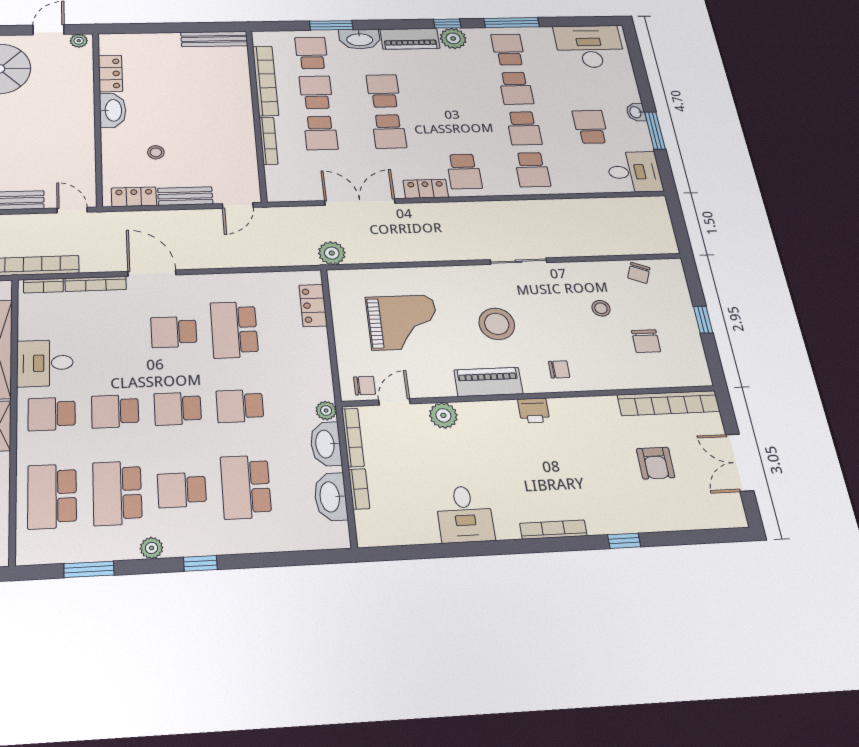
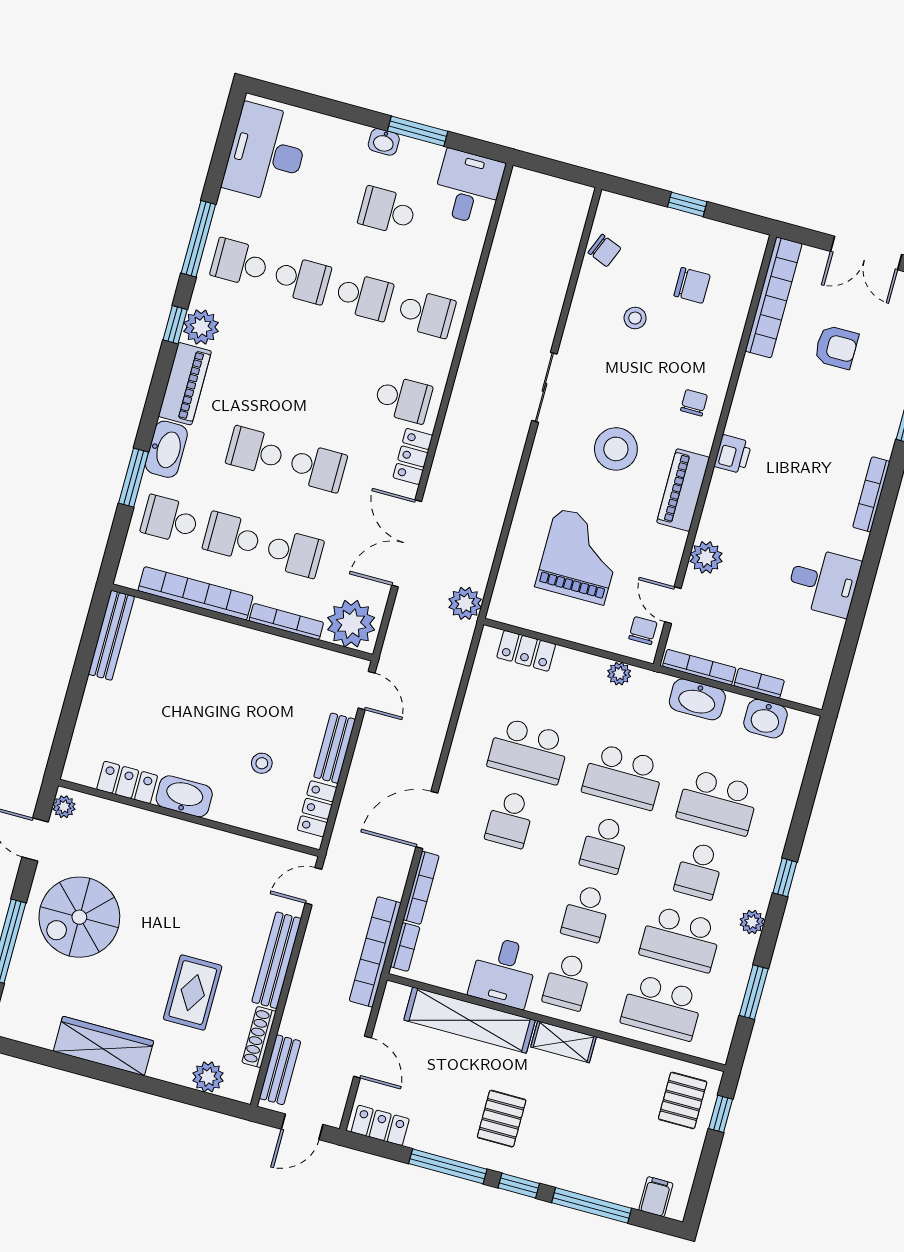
plant: (284, 182) -> (351, 624), added
school desk: (240, 406) -> (623, 777), width x1.85
plant: (326, 411) -> (619, 674), moved
washbasin: (331, 497) -> (766, 719), width x0.72

